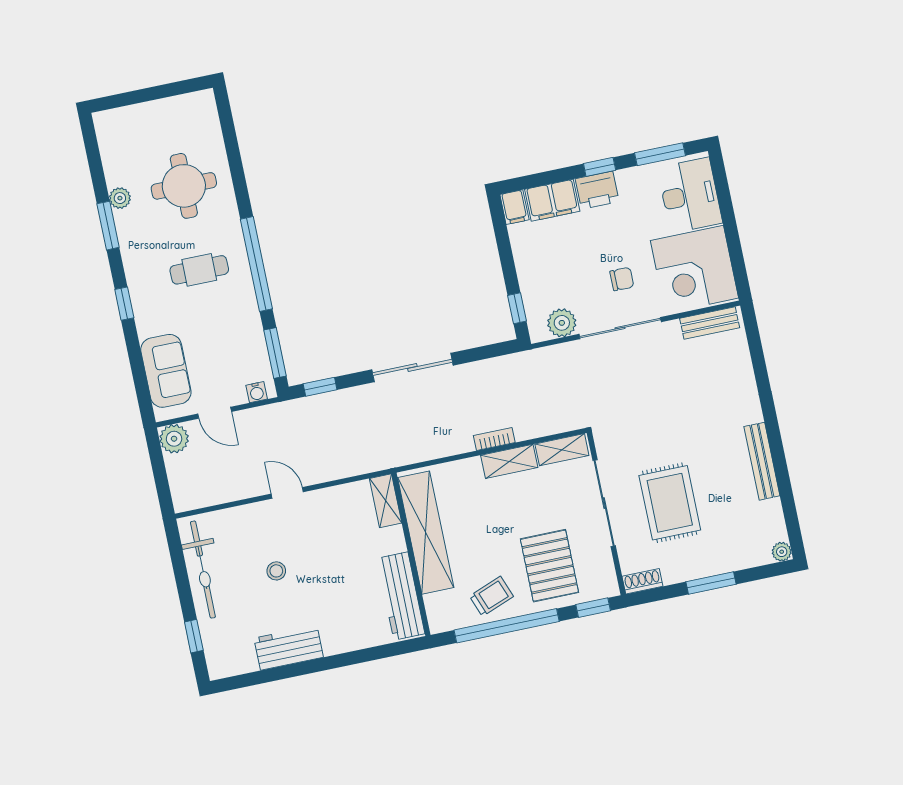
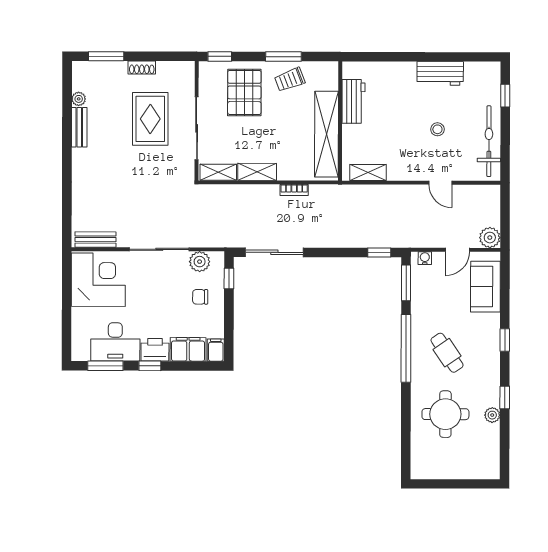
desk: (690, 195) -> (115, 342), moved, turned -90
window: (108, 226) -> (505, 397), width x0.67
cafe table: (199, 270) -> (447, 353), turned 56
chair: (622, 279) -> (200, 297), moved
sliding door: (412, 367) -> (274, 252), moved
door: (215, 413) -> (457, 250), swing flipped
bookcase: (494, 439) -> (294, 190), moved
bench: (762, 461) -> (79, 127), width x0.73
door: (287, 493) -> (440, 183), moved
shelving: (386, 501) -> (368, 173), moved, turned 90
plant: (782, 552) -> (79, 99), moved
shoe rack: (642, 581) -> (142, 68), moved
window: (711, 583) -> (106, 56), moved
workbench: (401, 596) -> (353, 101), width x0.73
window: (507, 626) -> (283, 57), width x0.47

